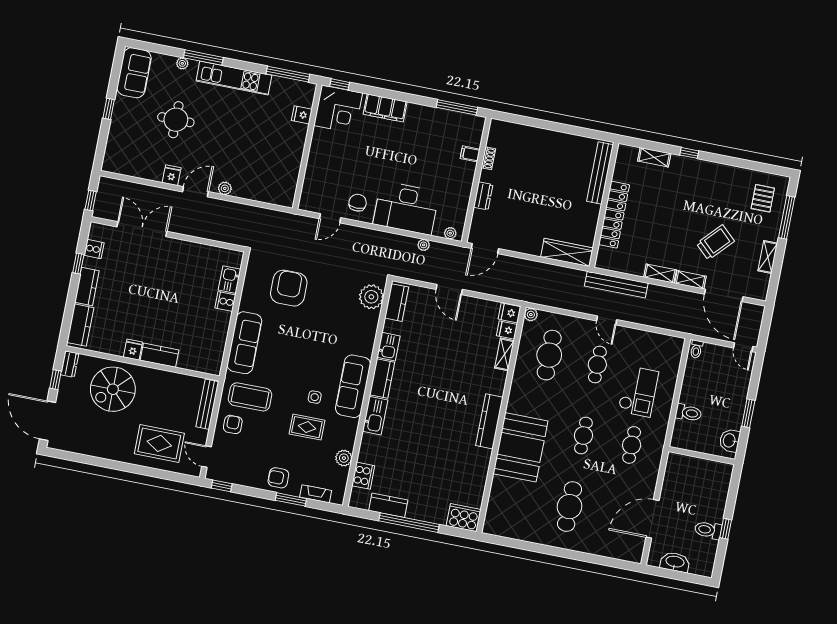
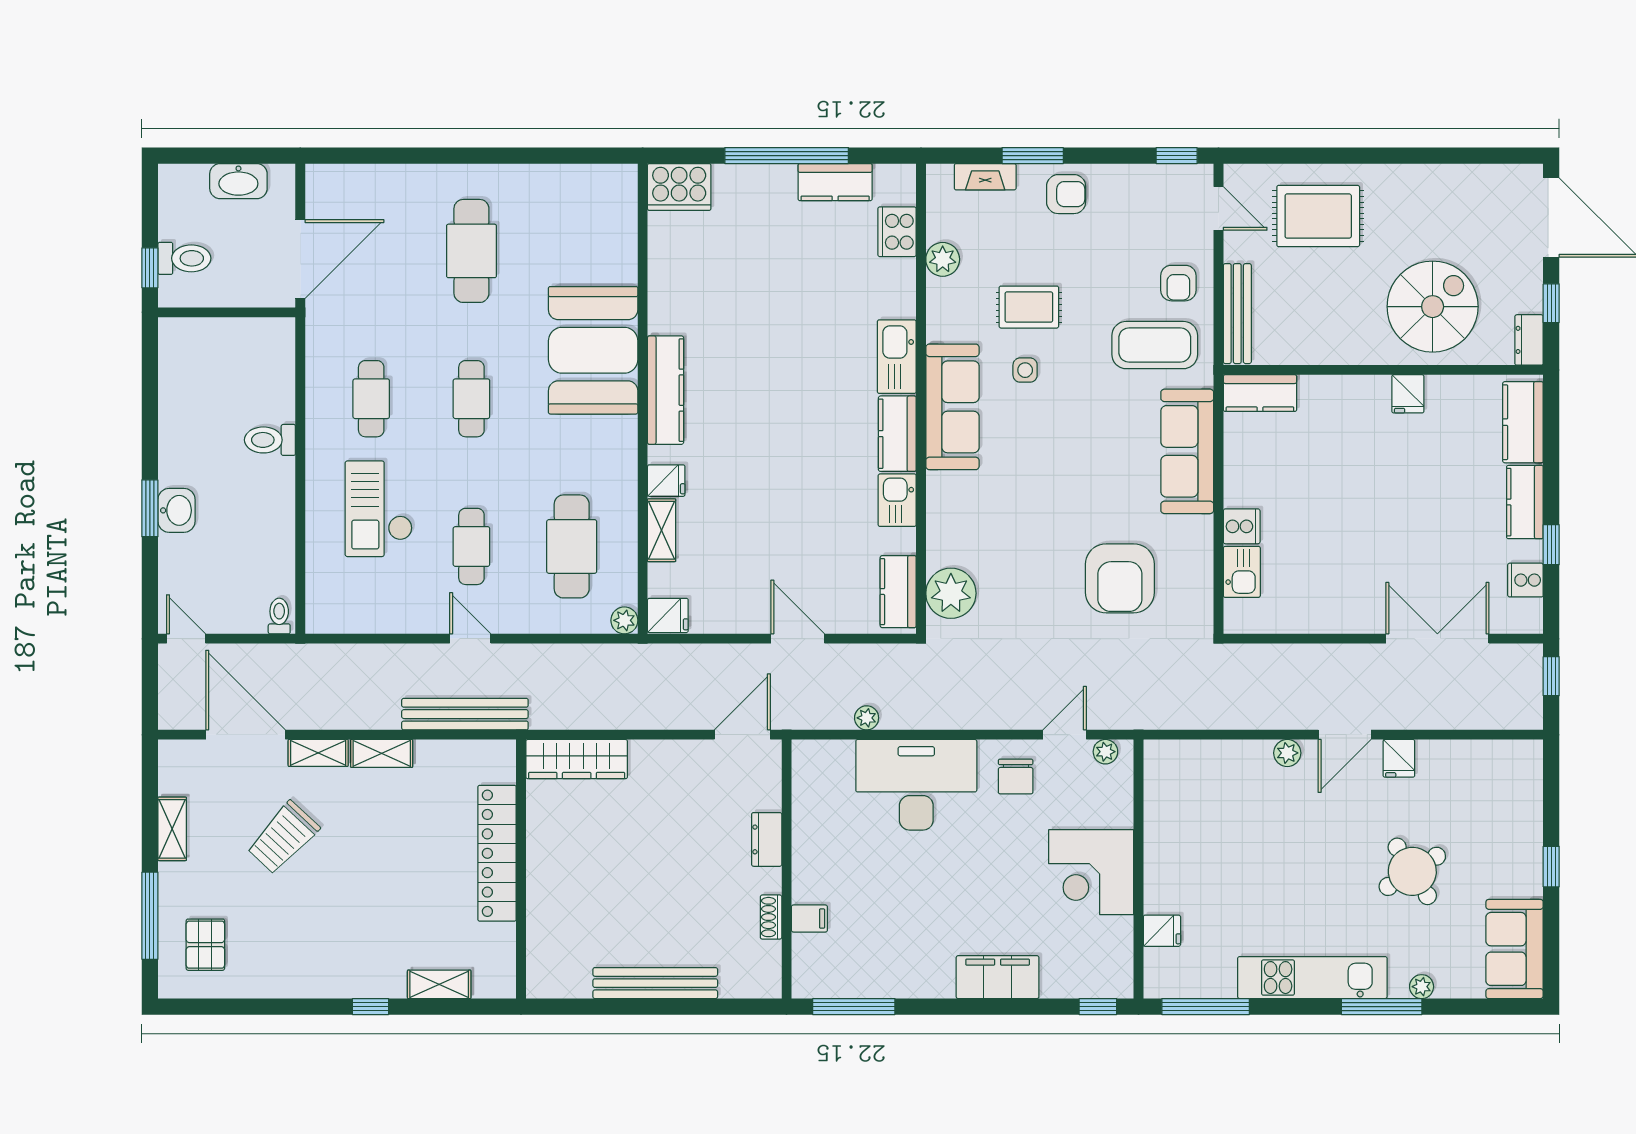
corner desk: (338, 109) -> (1091, 872), moved, turned -90
round table: (176, 120) -> (1412, 871), turned -32
bench: (600, 173) -> (655, 983), moved, turned 90
double door: (142, 229) -> (1437, 639), swing flipped
plant: (450, 233) -> (1105, 752), moved
fridge: (507, 330) -> (666, 481), moved
kitchen counter: (159, 355) -> (1260, 393), moved
toilet: (688, 413) -> (270, 440), moved
washbasin: (730, 440) -> (176, 510), moved
wall: (702, 456) -> (227, 312), moved

